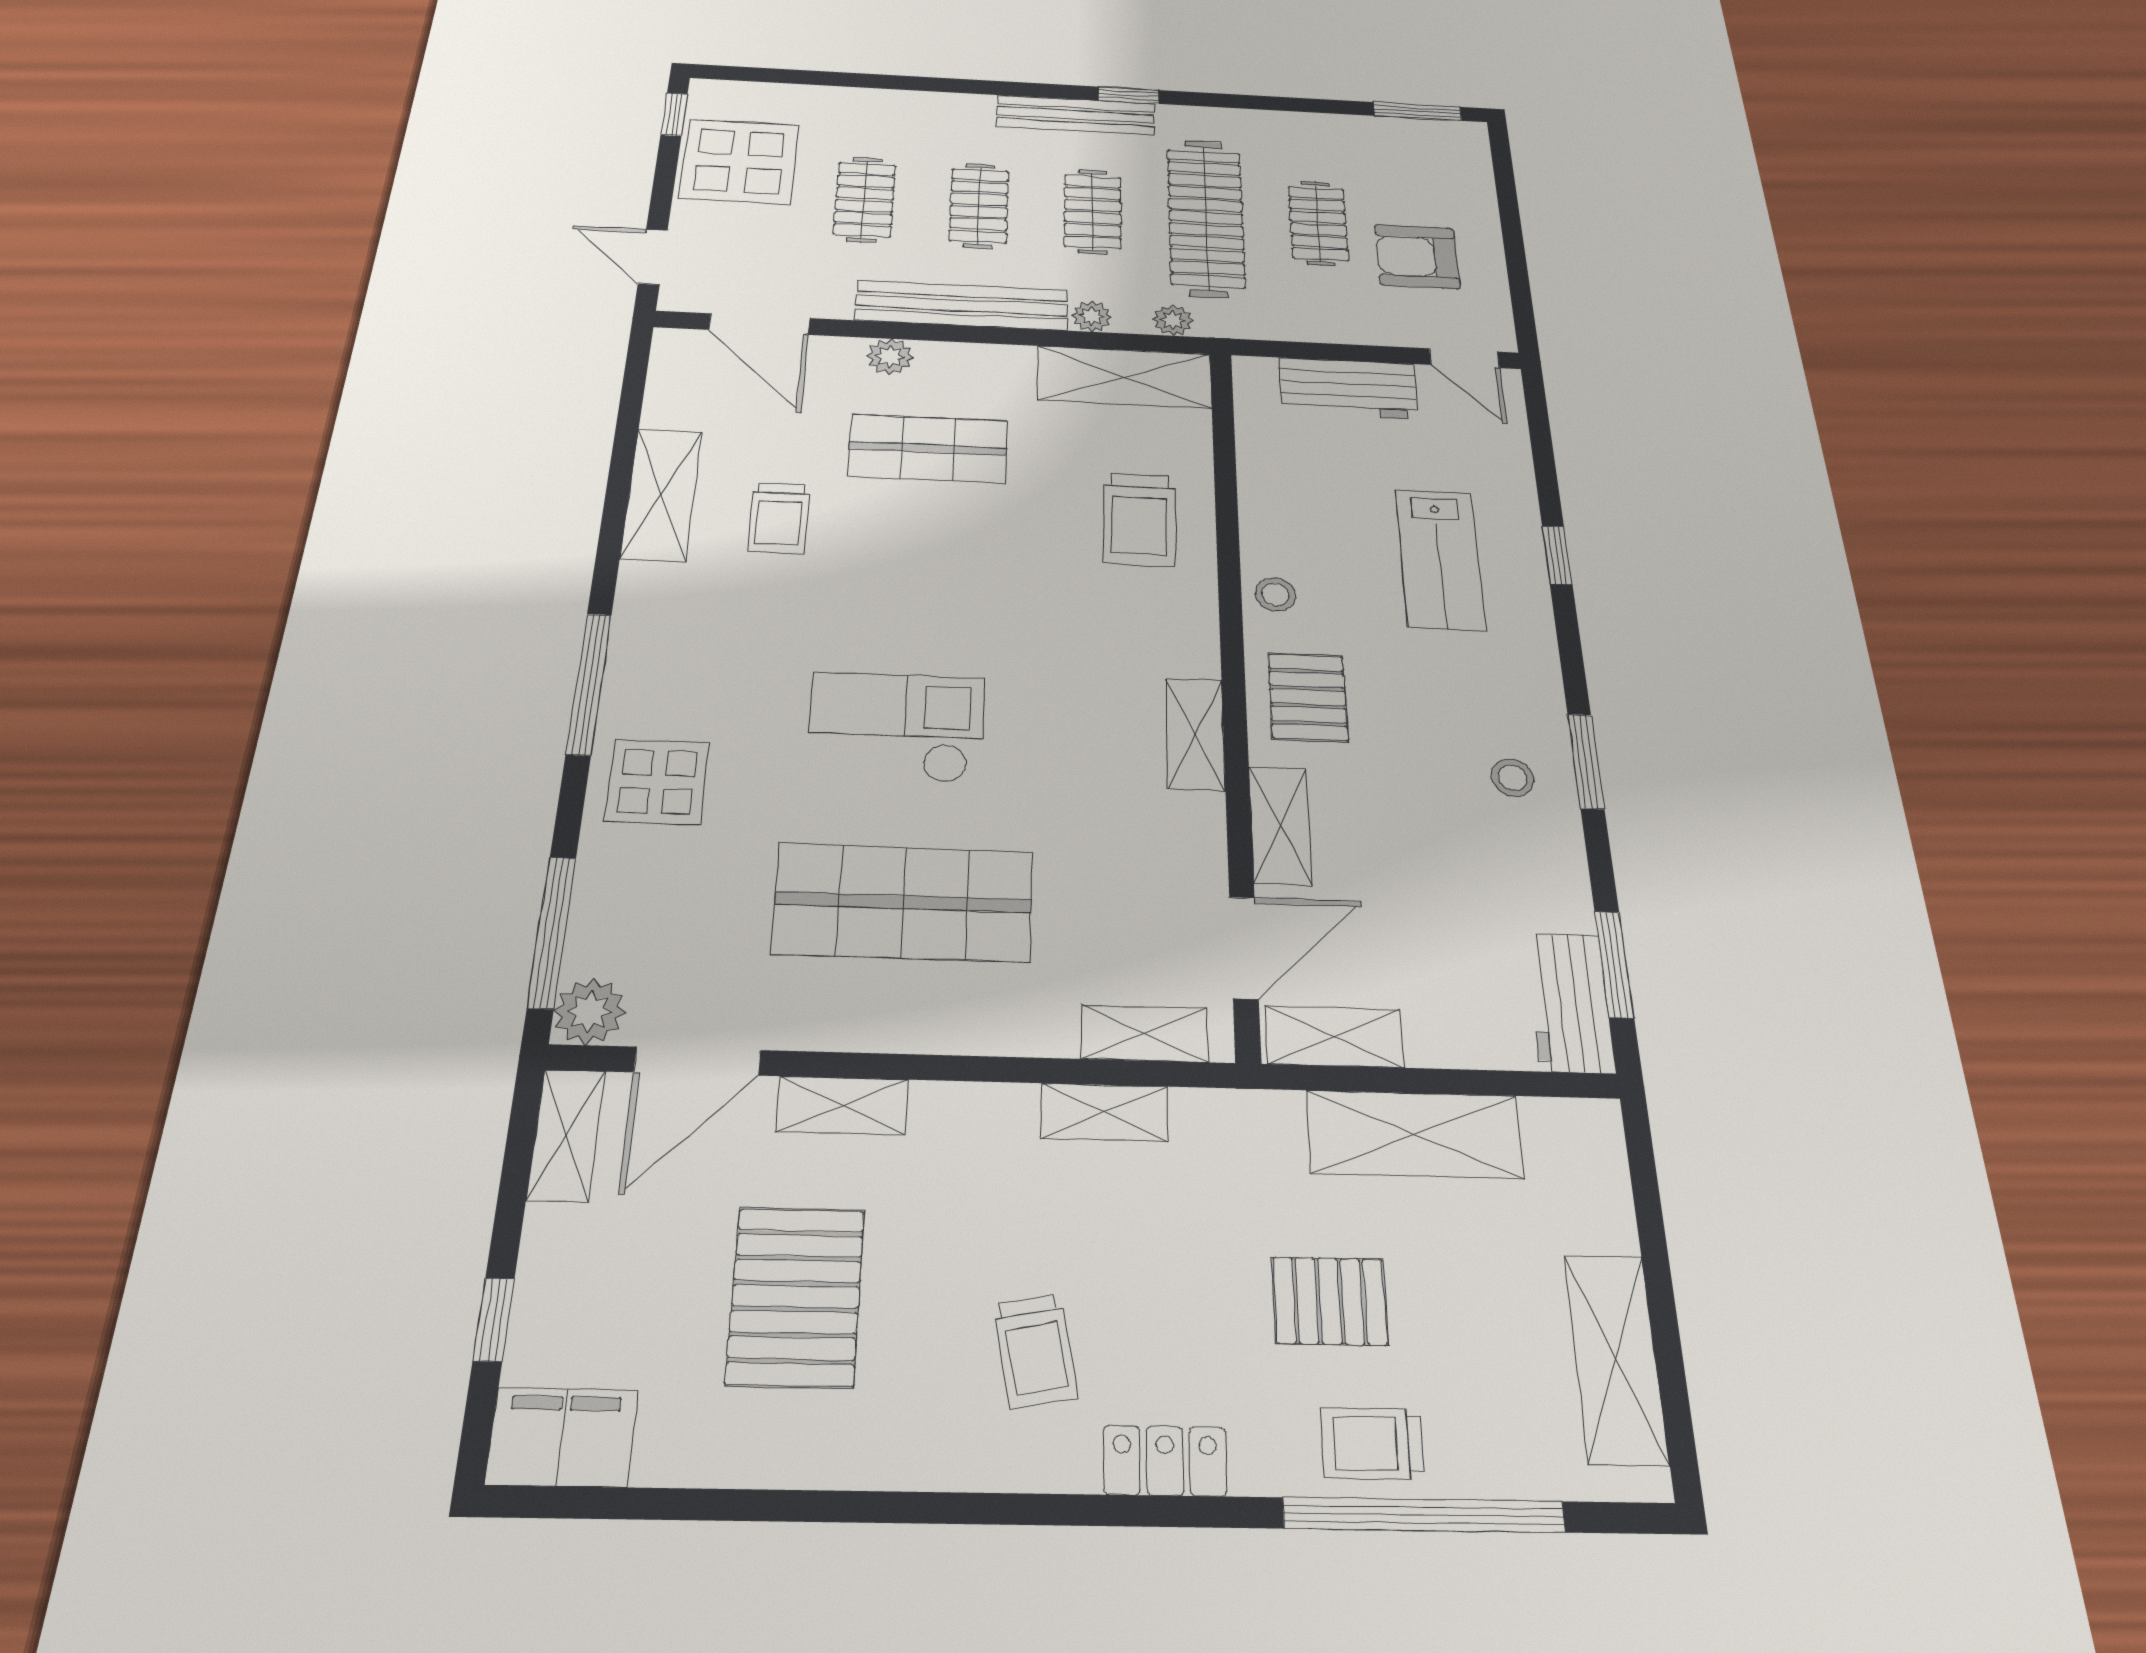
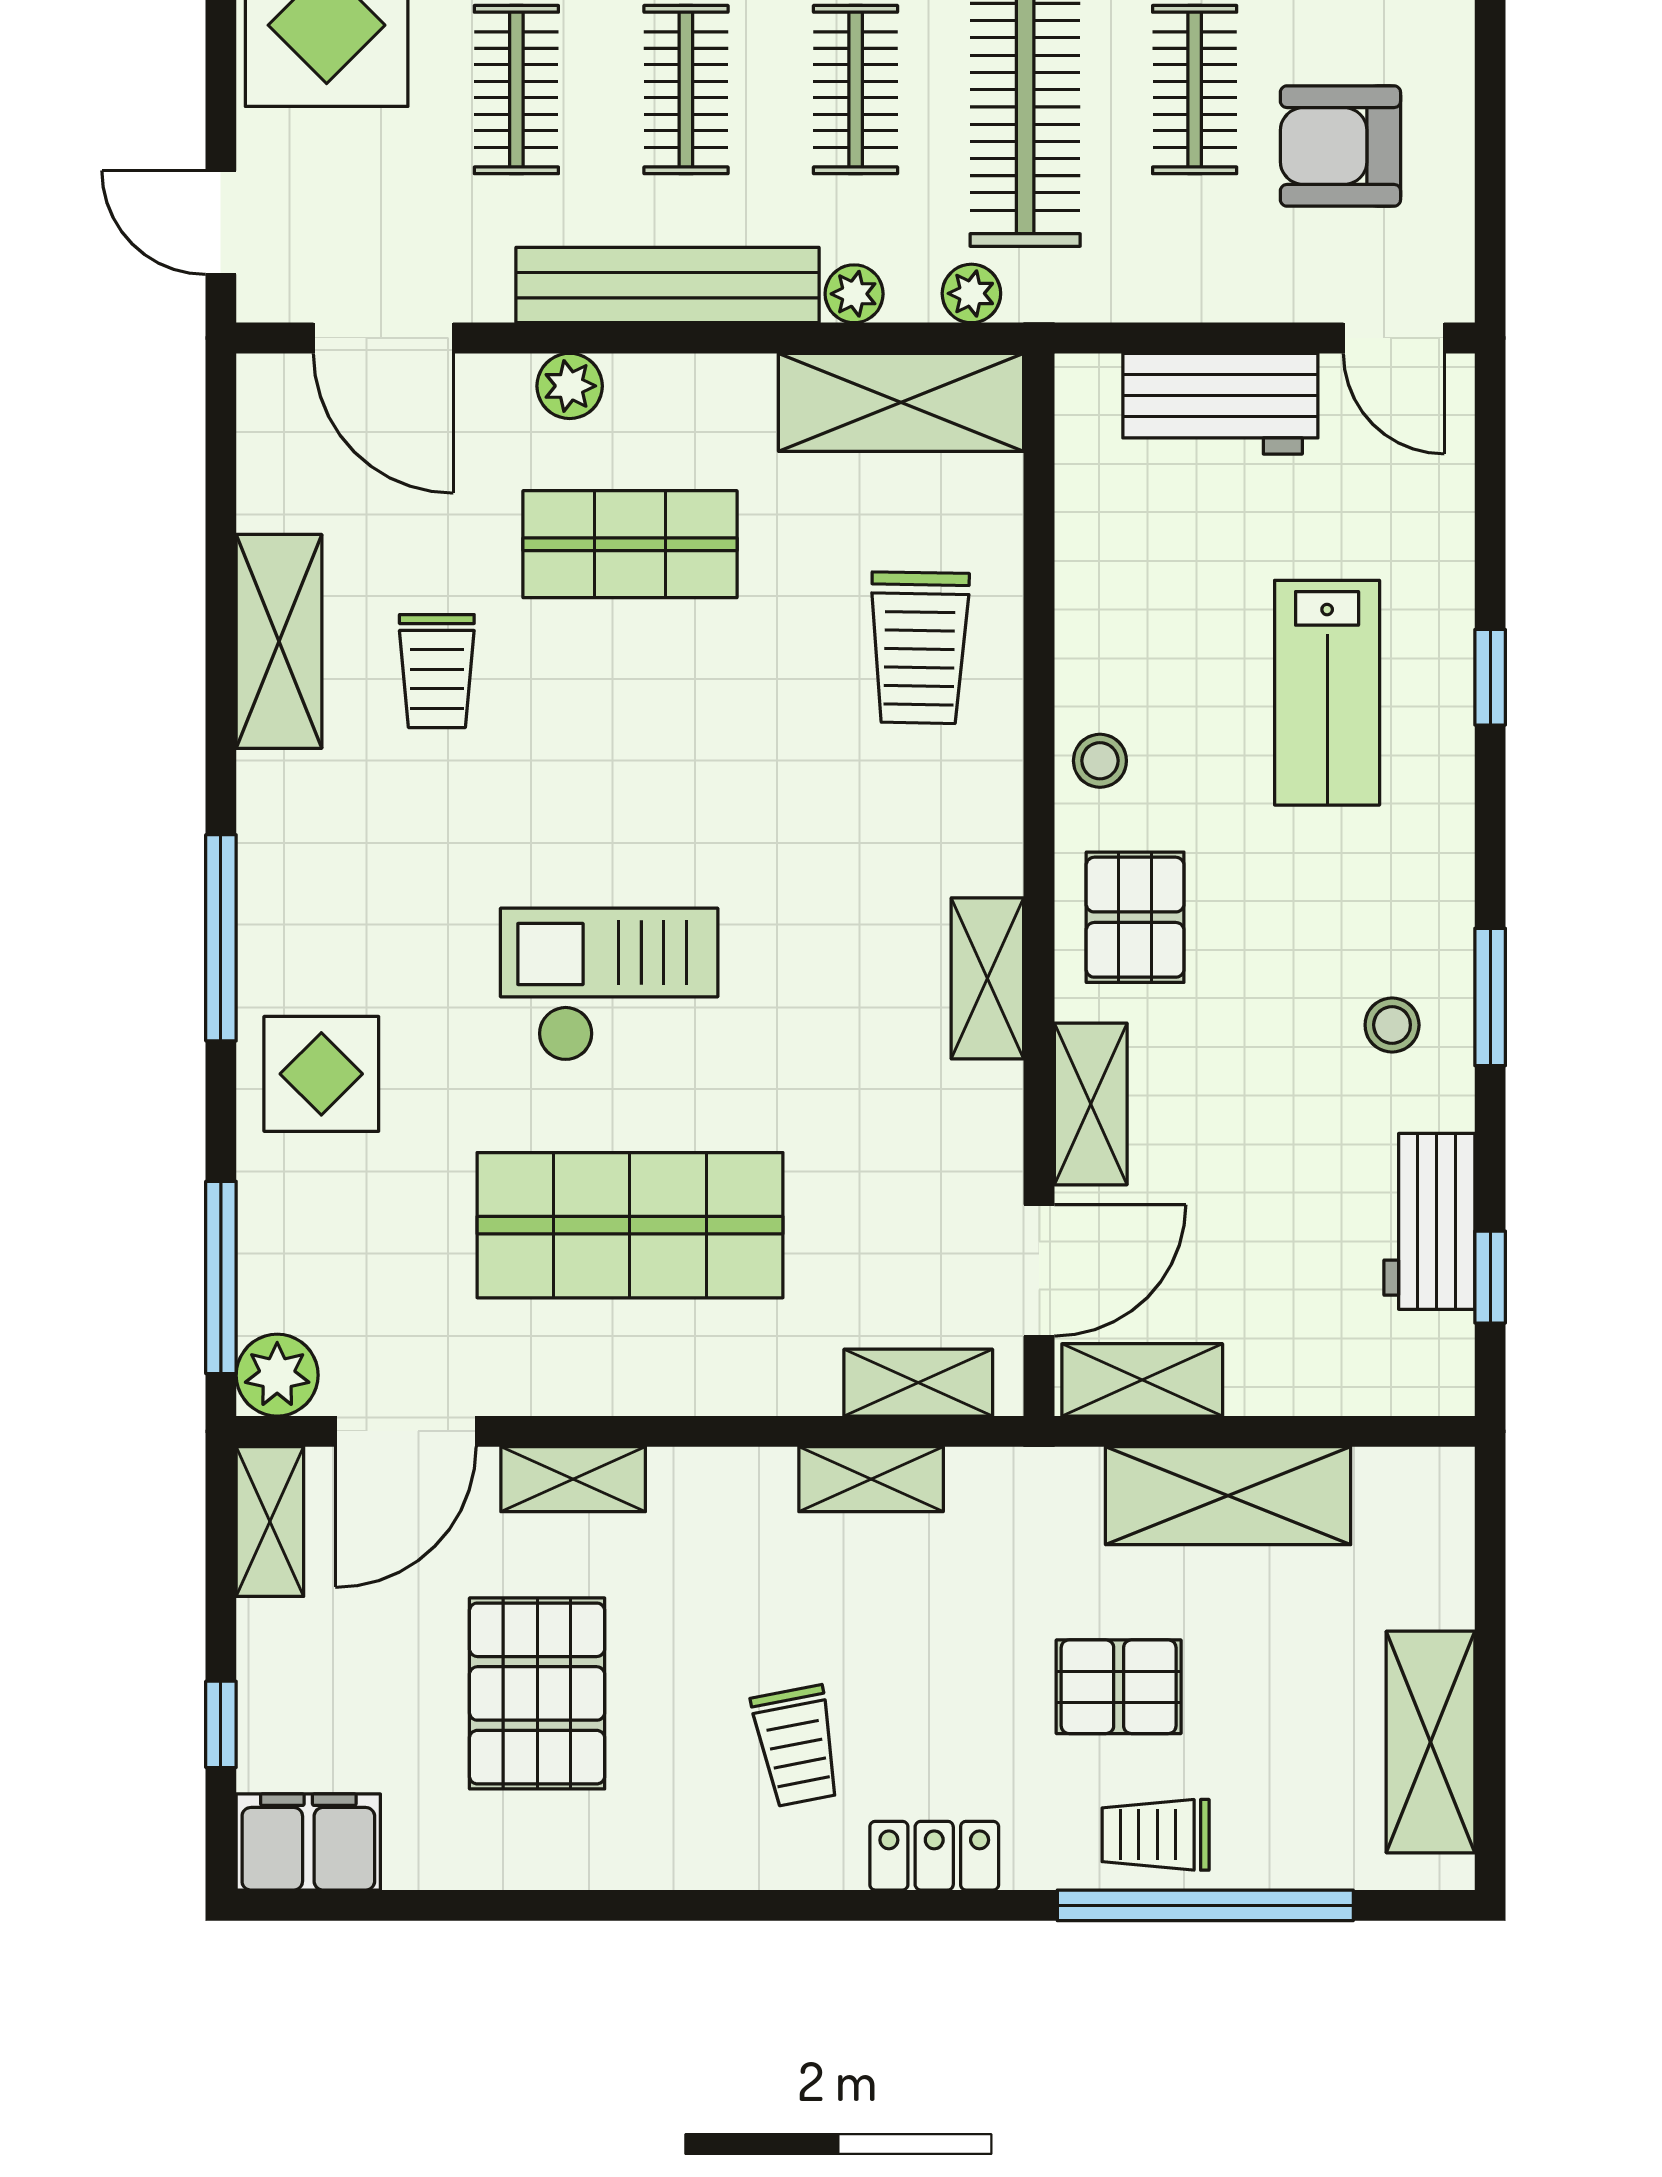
window: (1614, 964) -> (1490, 1277), width x0.67
workbench: (1570, 1002) -> (1429, 1221), moved

